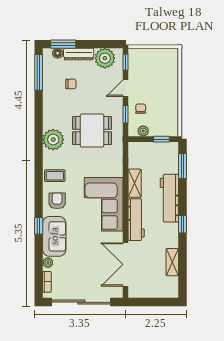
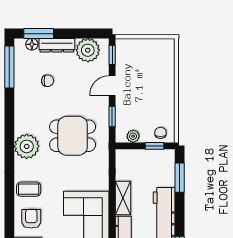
chair: (141, 109) -> (160, 133), moved

